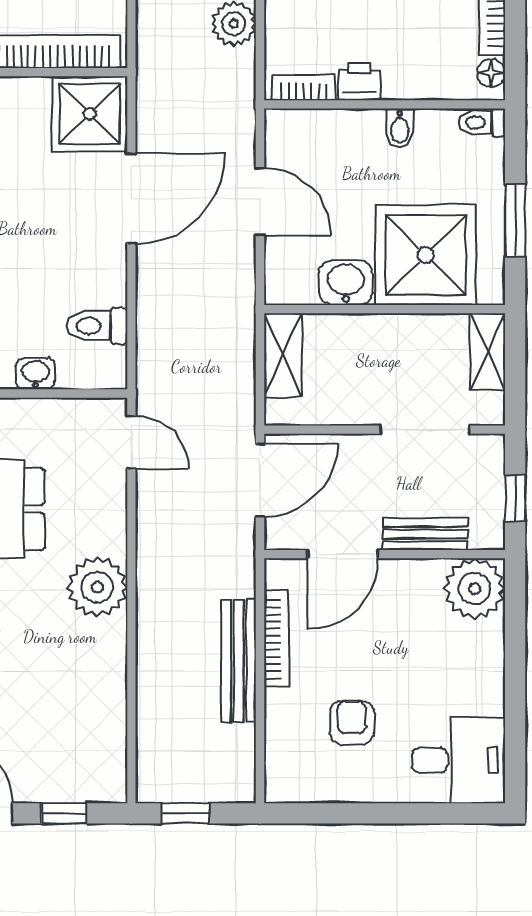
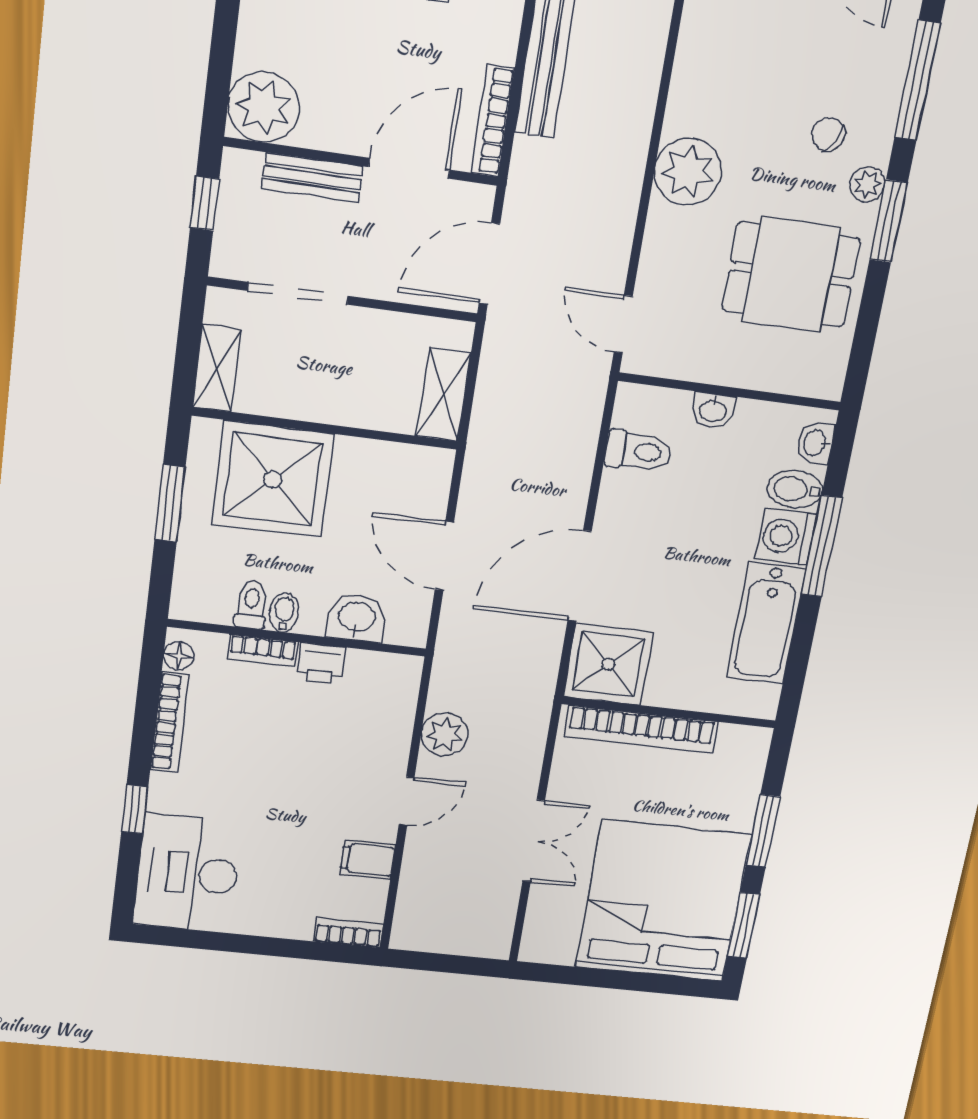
bookcase: (304, 88) -> (263, 650), moved
toilet: (482, 123) -> (251, 605), moved, turned -90
washbasin: (346, 283) -> (357, 618), moved, turned 180
bookcase: (276, 639) -> (493, 120), moved

